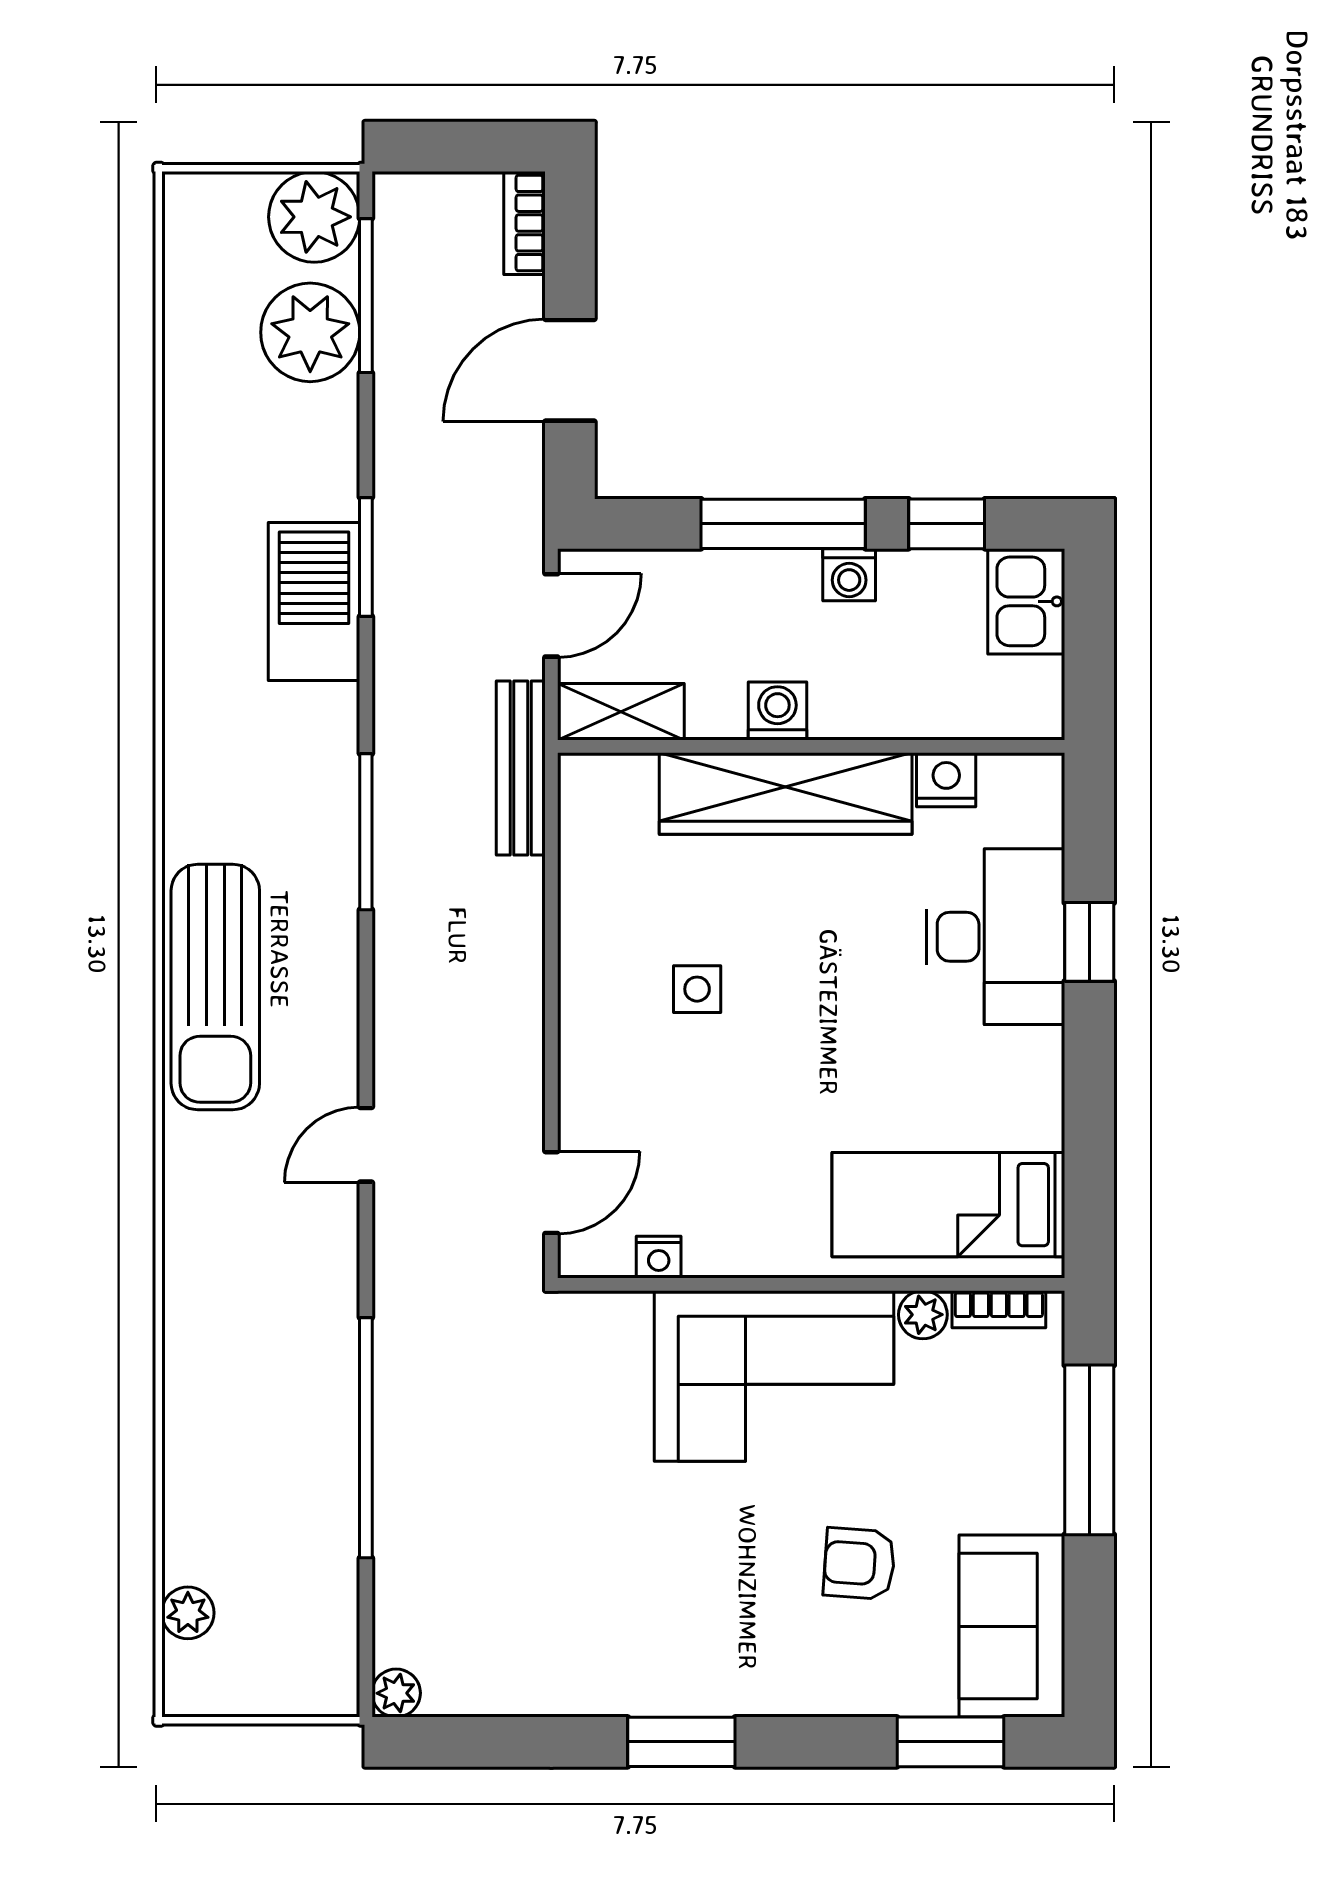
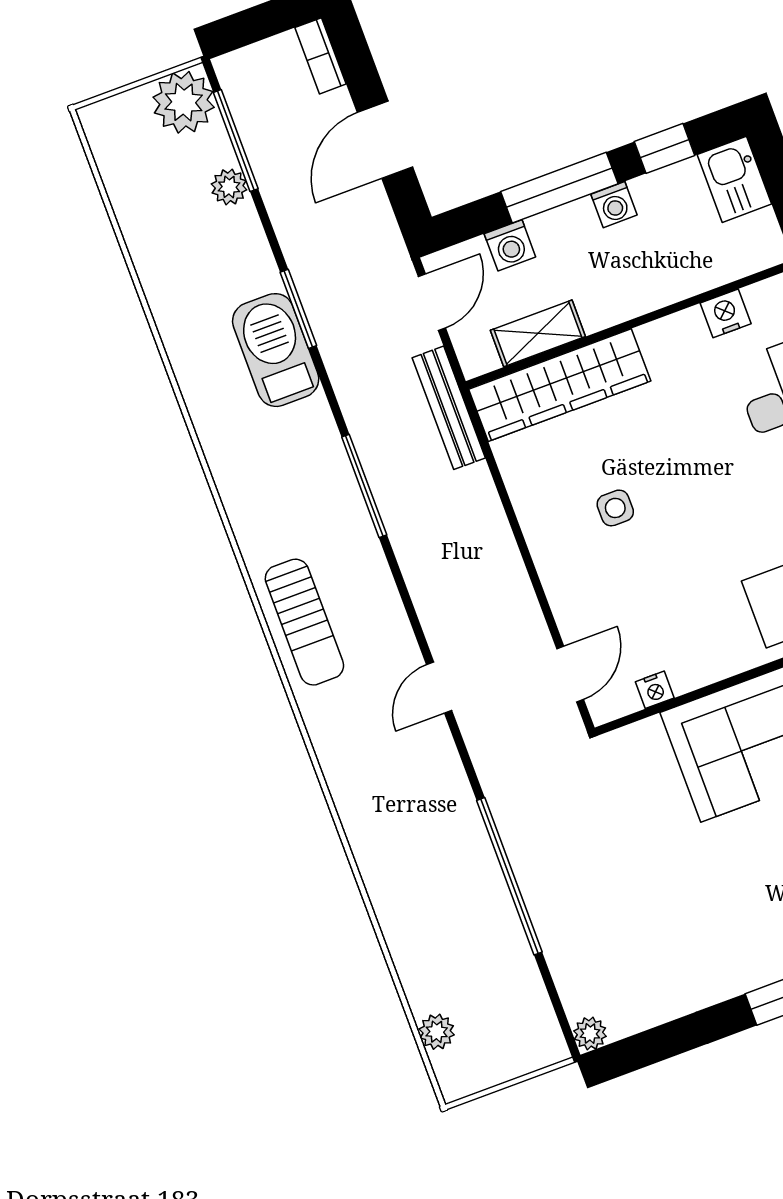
plant: (310, 332) -> (229, 187), width x0.53, depth x0.53
washing machine: (777, 711) -> (510, 245), moved, turned 180
shelving: (621, 712) -> (538, 333), moved
wardrobe: (786, 793) -> (560, 385), moved
sun lounger: (215, 987) -> (304, 622), width x0.73, depth x0.75

